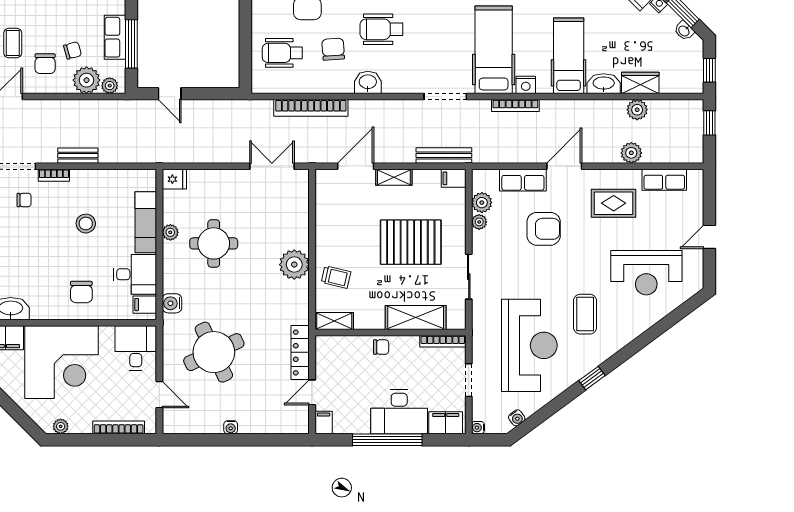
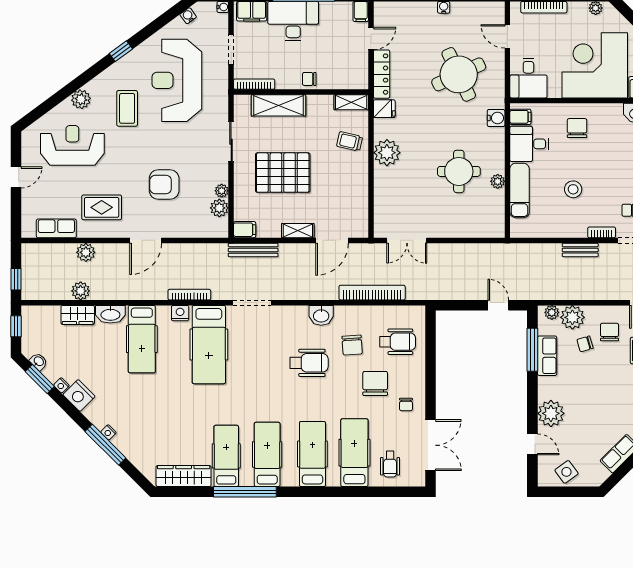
fridge: (174, 179) -> (384, 109), moved, turned 180
row of seats: (523, 180) -> (183, 228), removed
plant: (637, 324) -> (81, 99), added

